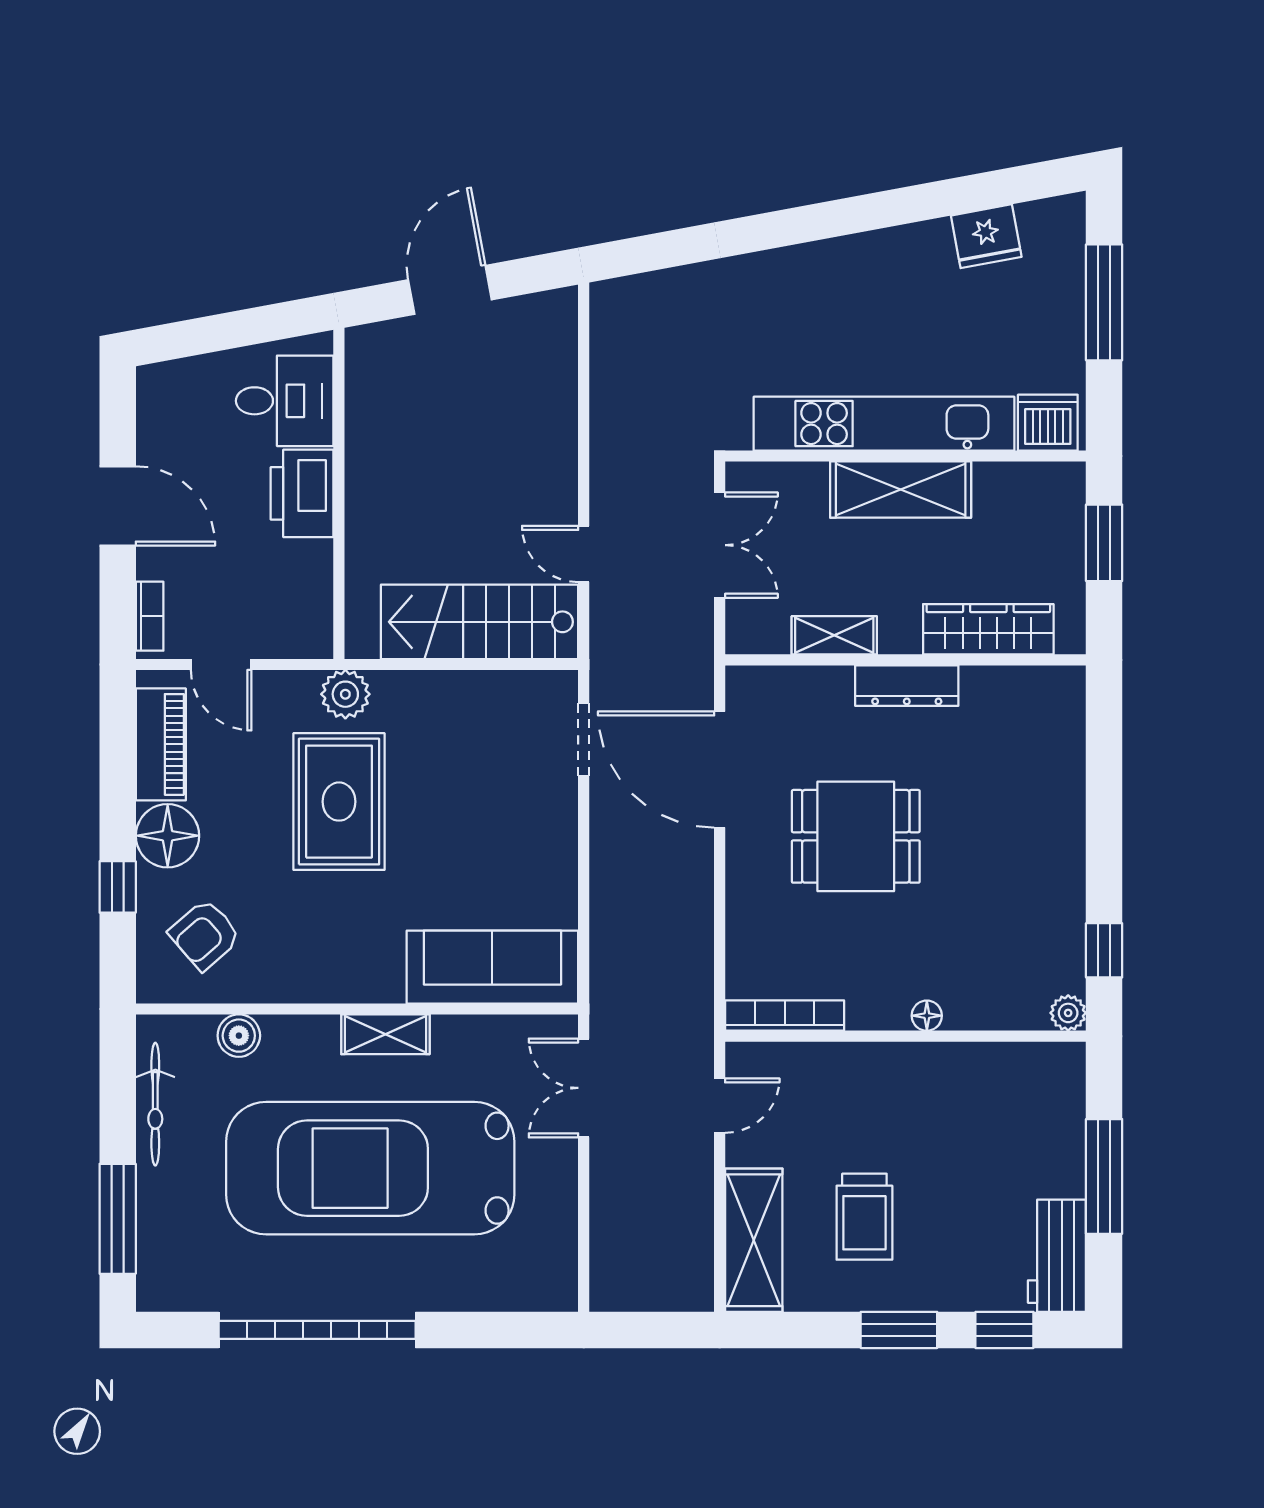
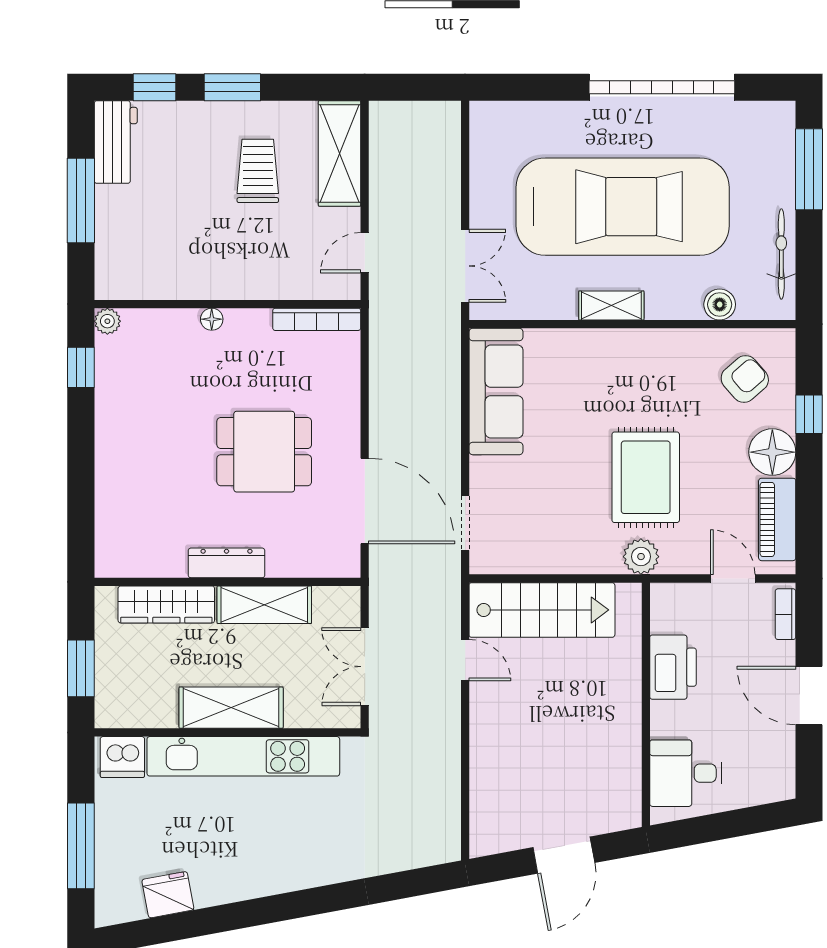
printer: (302, 493) -> (673, 667), moved
shelving: (834, 635) -> (264, 605), width x1.50, depth x1.33
sofa: (492, 967) -> (496, 392), moved, turned -90

